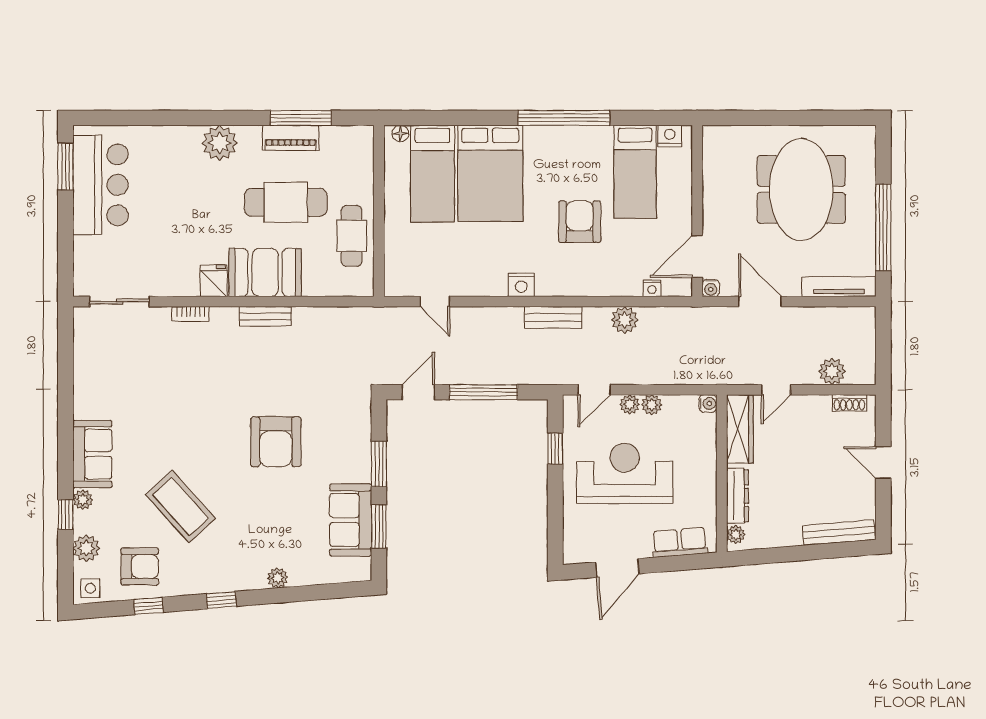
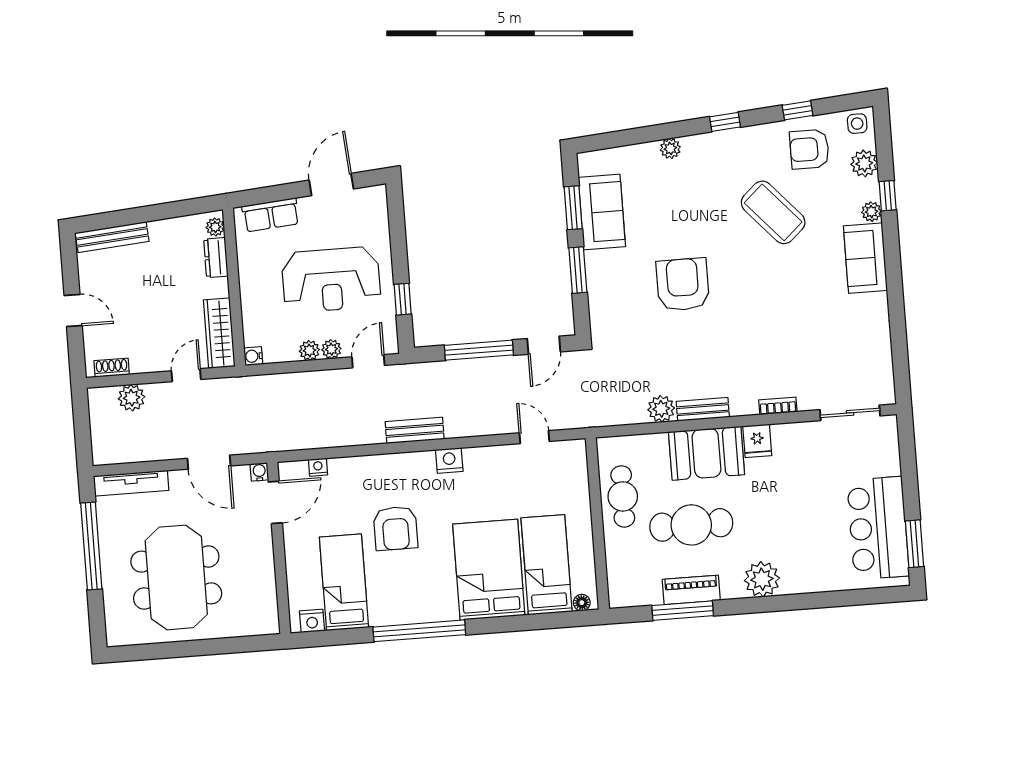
plant: (625, 320) -> (661, 409), moved
dresser: (737, 496) -> (216, 258), width x0.70

